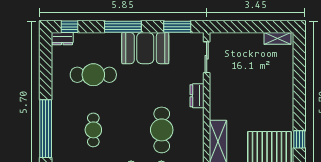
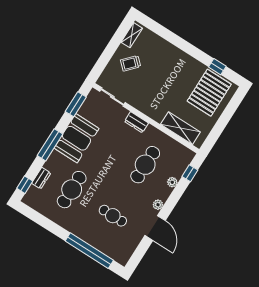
dresser: (62, 39) -> (41, 178), moved
trolley: (250, 54) -> (131, 63), added
cafe table: (162, 130) -> (145, 165), turned 90

